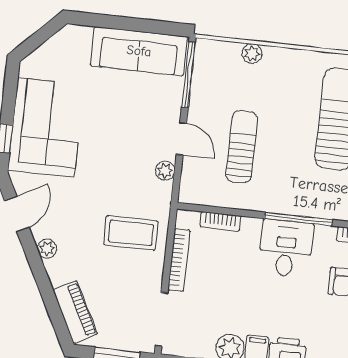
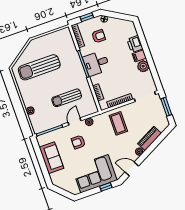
sofa: (139, 51) -> (51, 158), width x0.73
armchair: (132, 125) -> (78, 142), added
piano: (75, 312) -> (150, 138), moved

